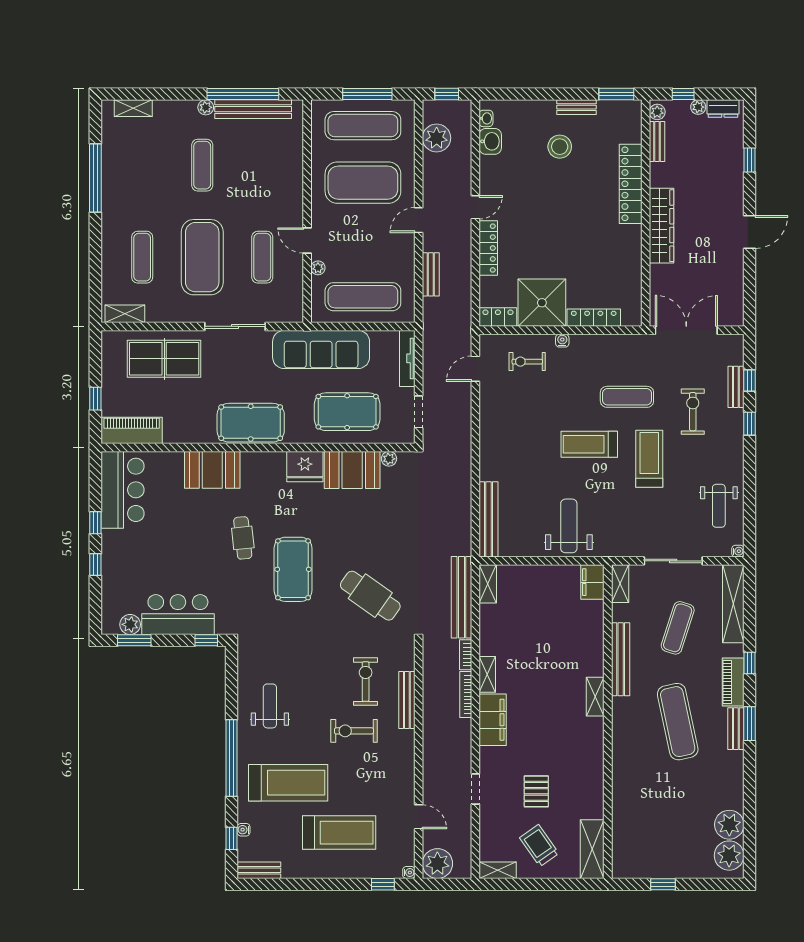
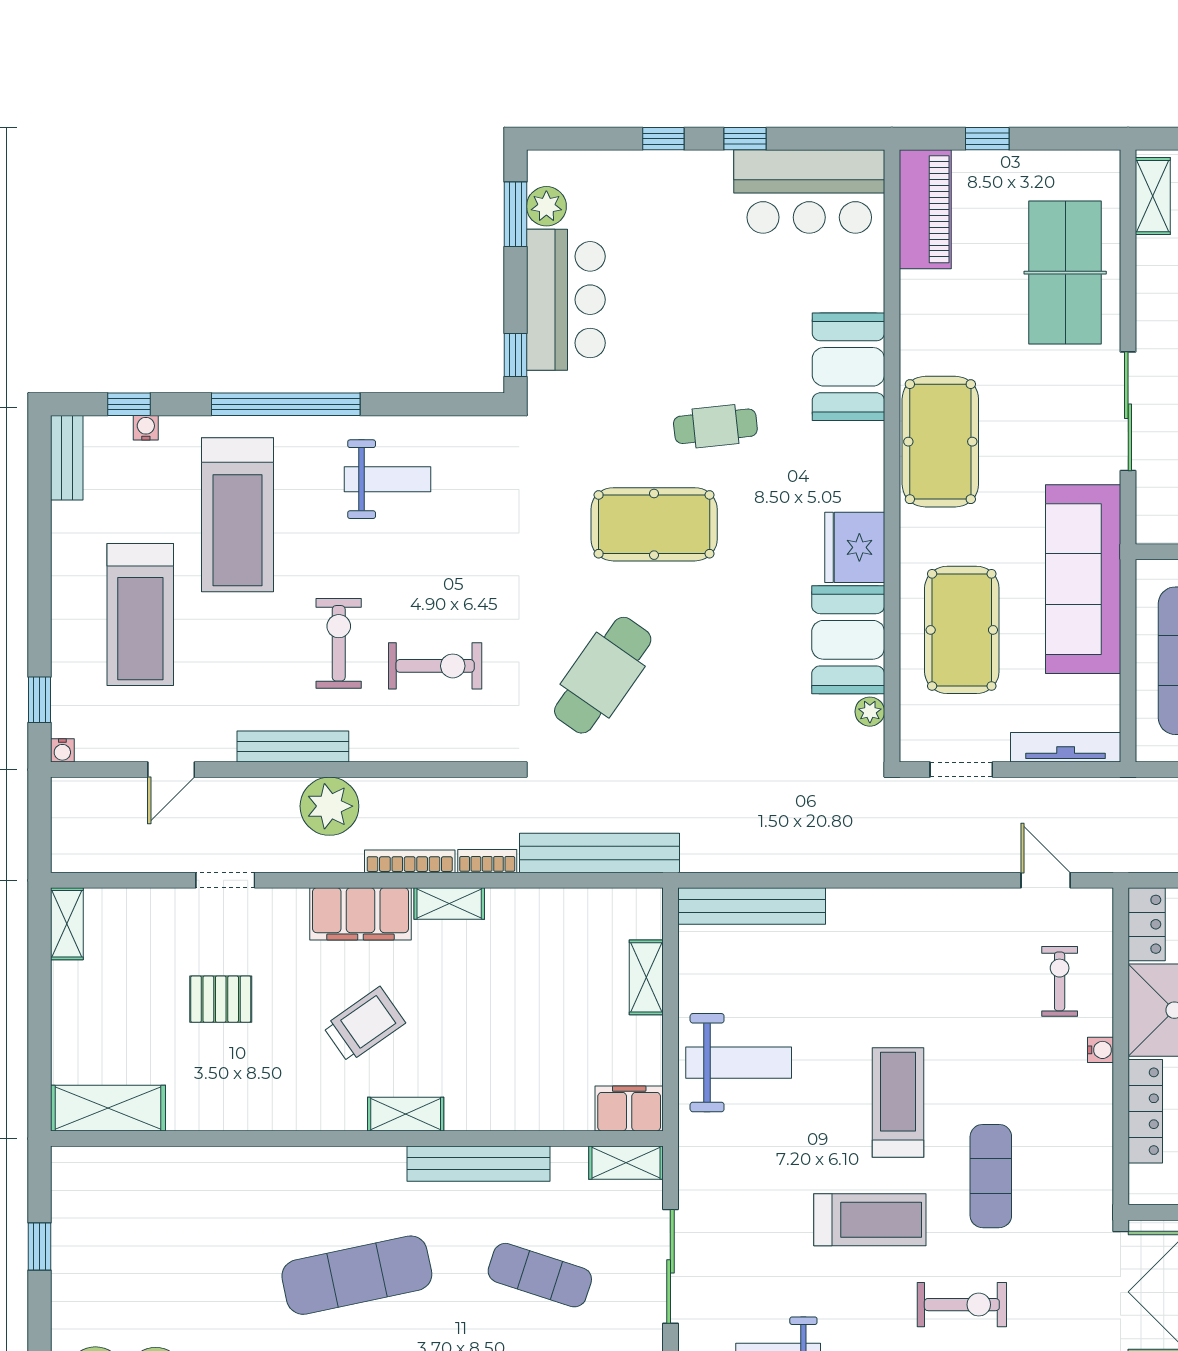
shelving: (488, 584) -> (646, 977), moved, turned 90
bench: (407, 700) -> (293, 747), moved
trolley: (539, 846) -> (364, 1025), moved
plant: (437, 864) -> (329, 806), moved

